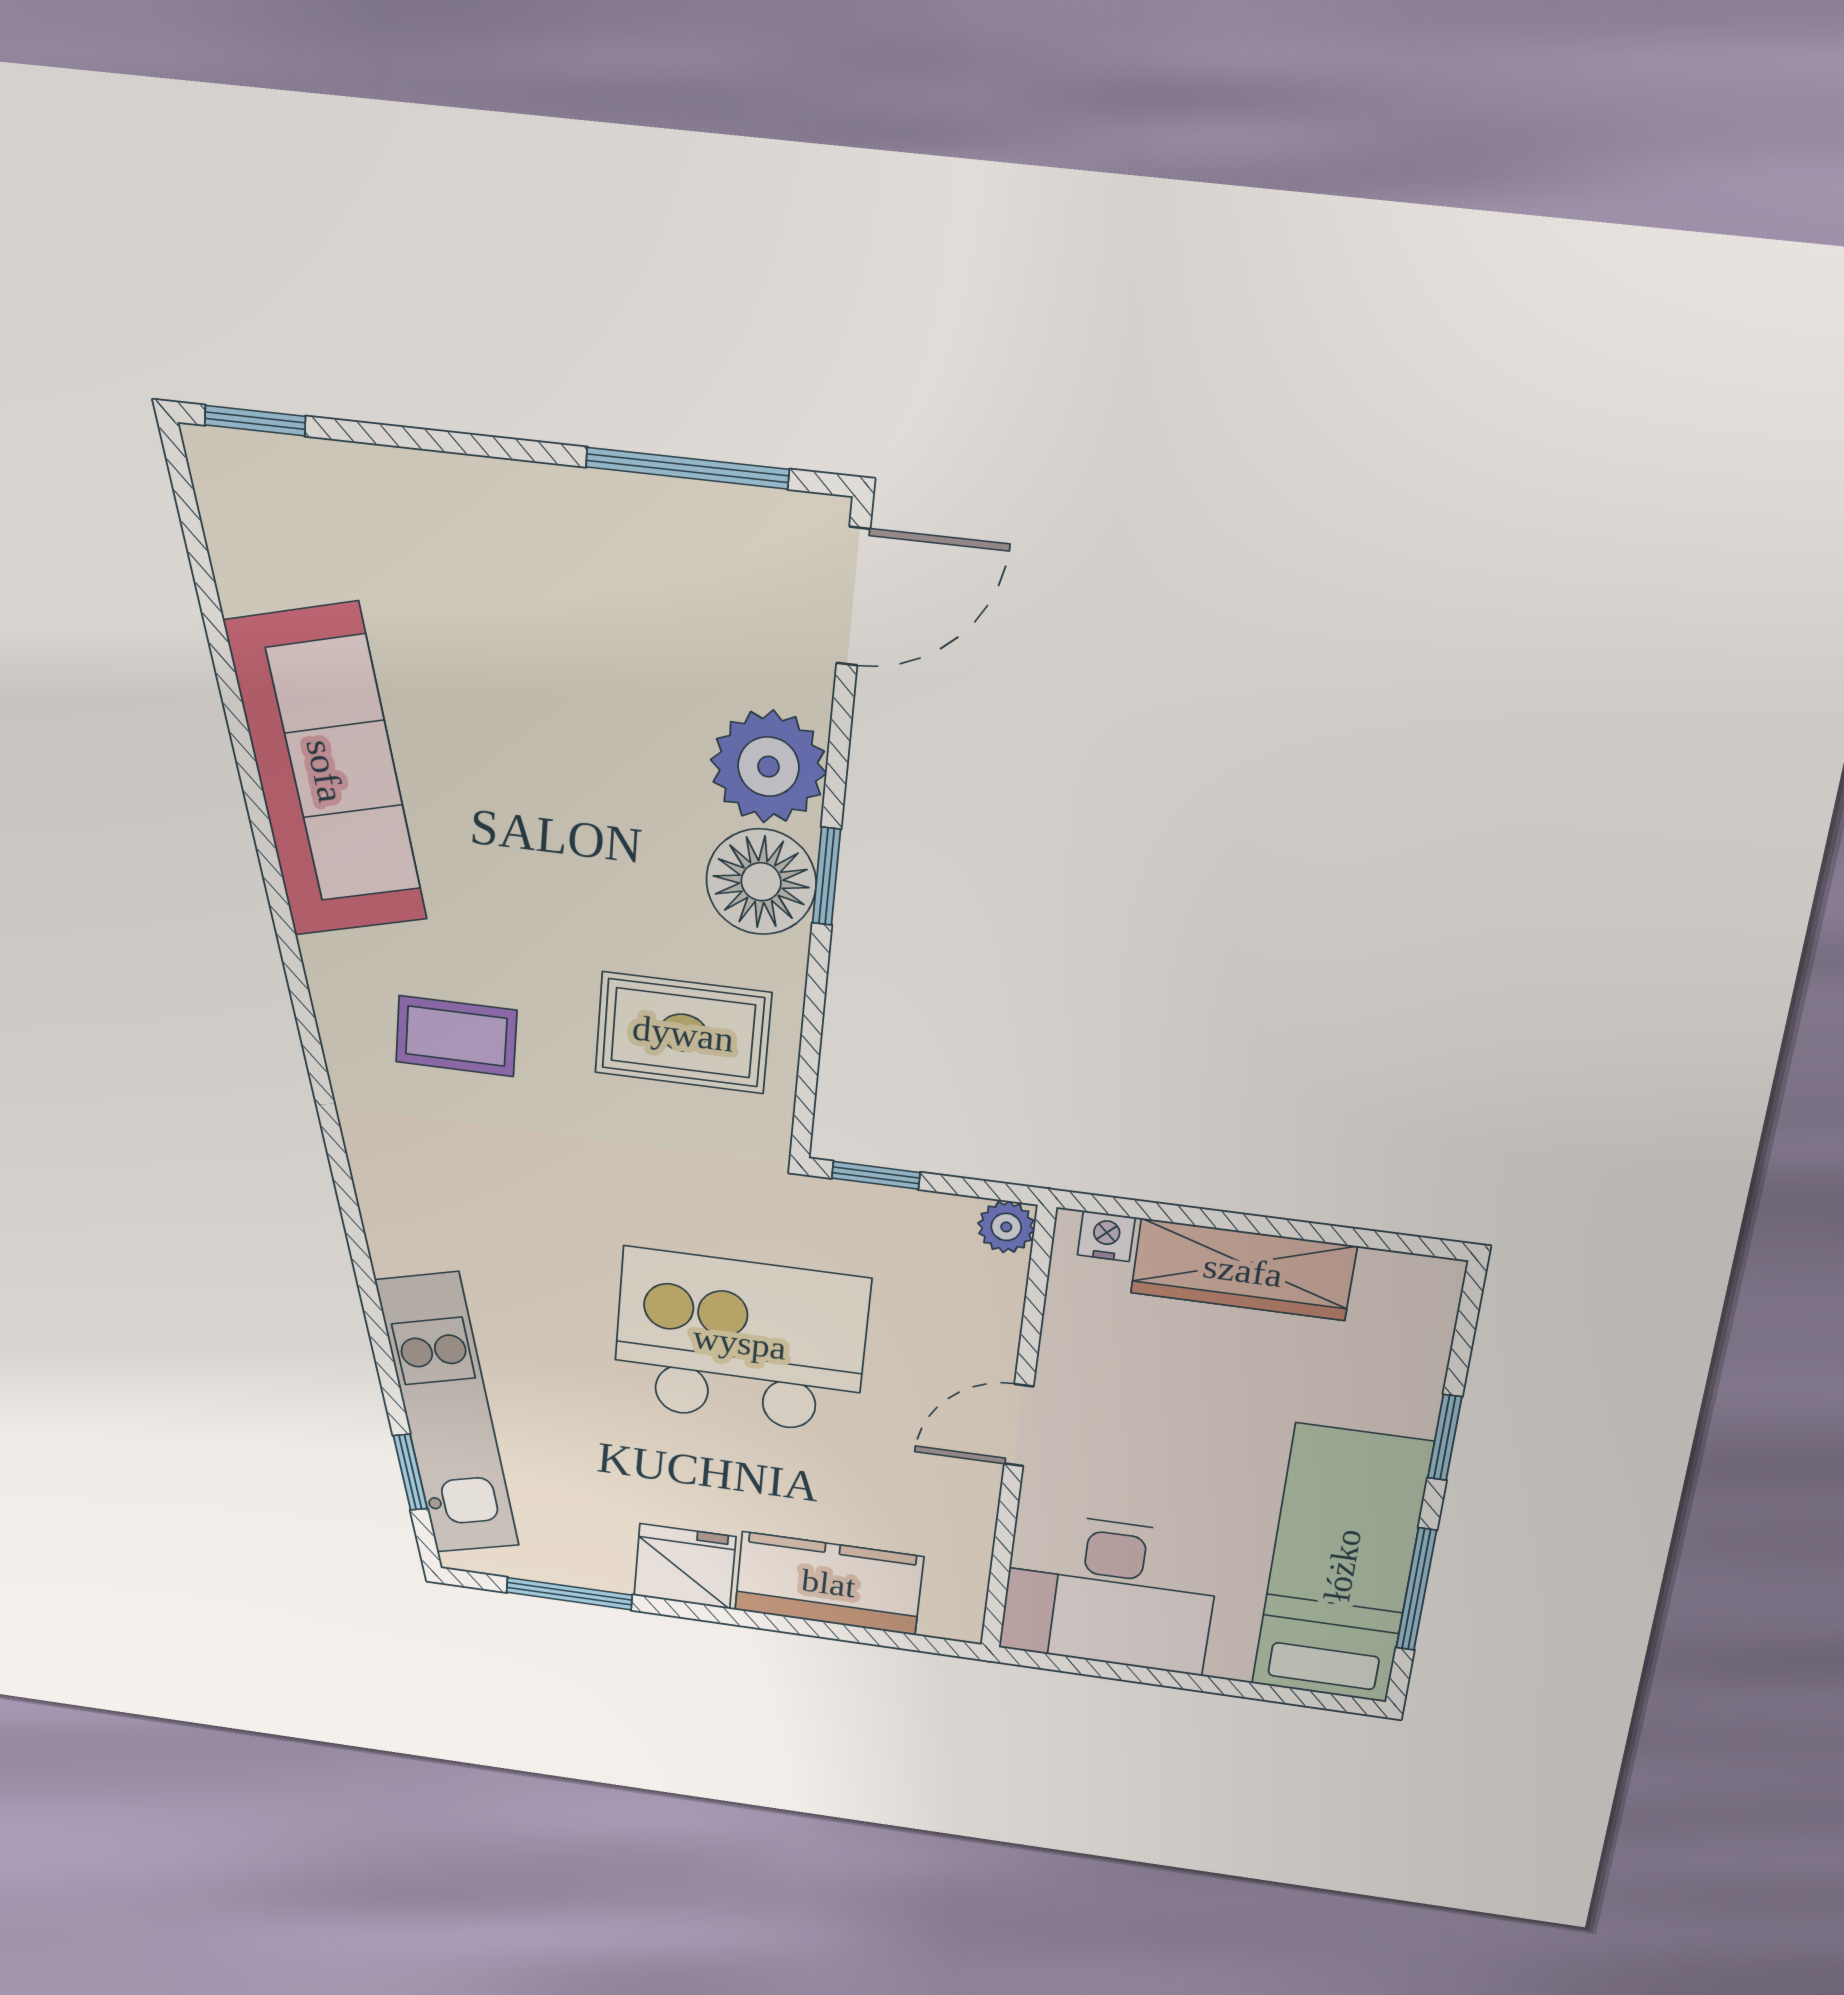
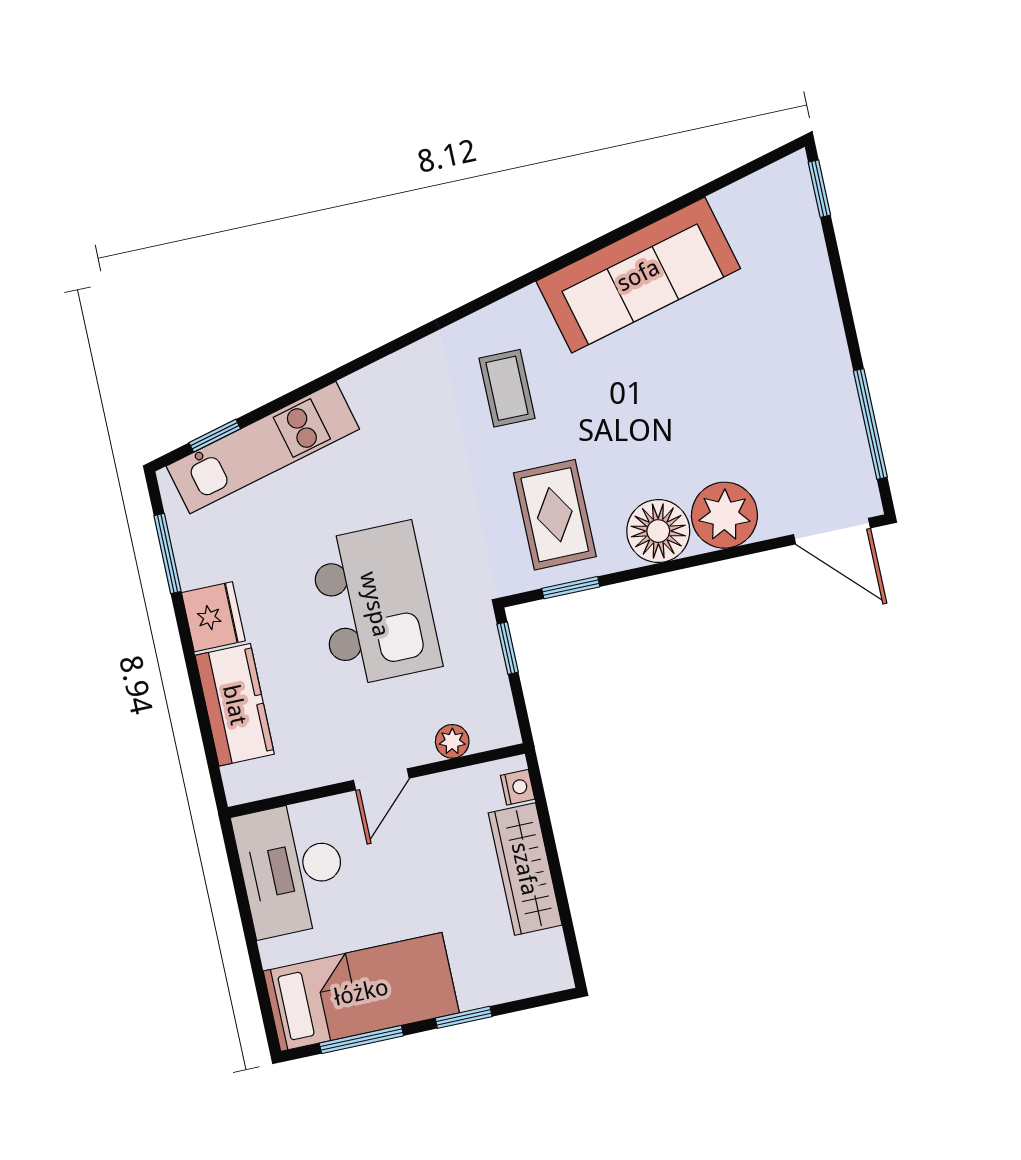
window: (827, 876) -> (571, 588), moved
plant: (1006, 1227) -> (452, 741), moved
door: (1019, 1425) -> (381, 779), swing flipped

